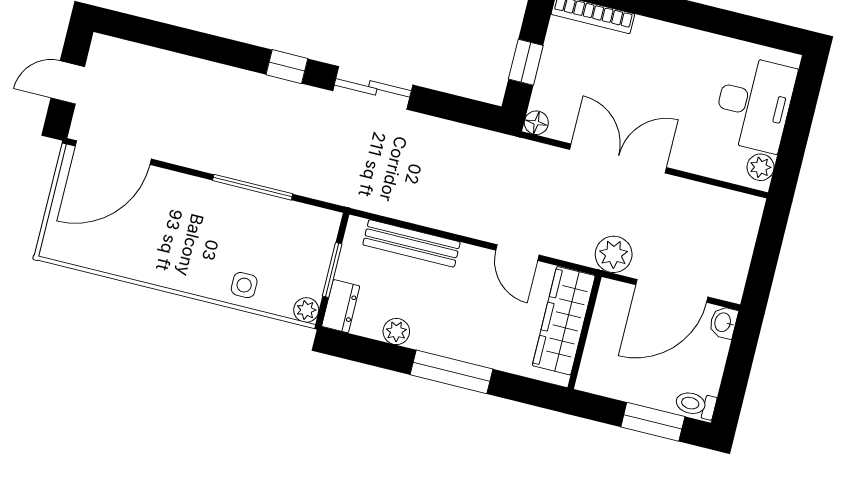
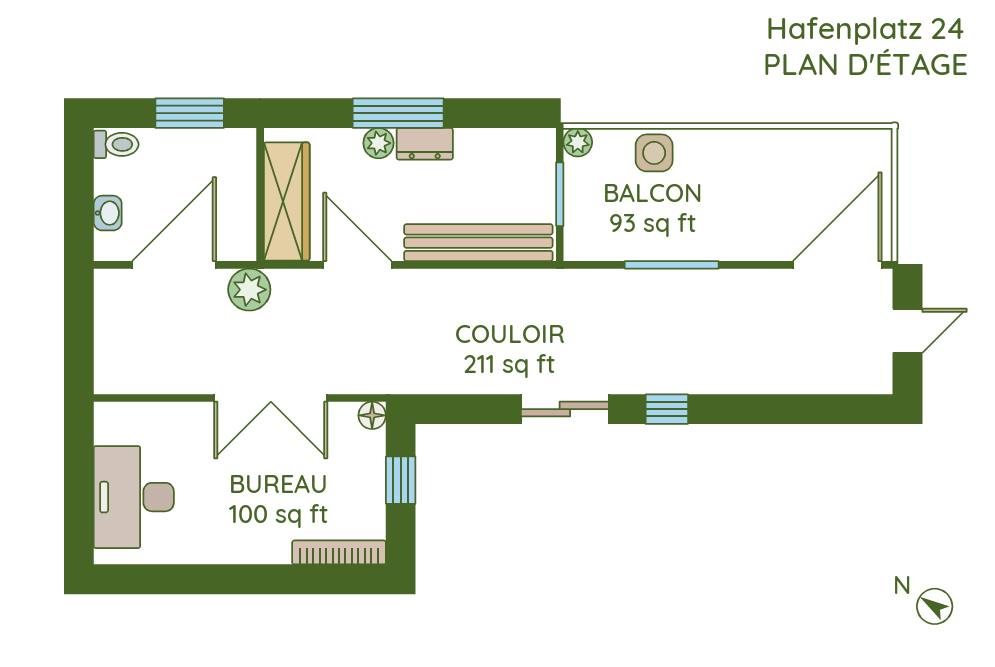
plant: (761, 167) -> (109, 428), removed
bench: (412, 243) -> (478, 243), width x1.37, depth x1.21
door: (517, 253) -> (357, 265), width x1.38
side table: (244, 285) -> (654, 153), width x1.37, depth x1.37
dresser: (341, 306) -> (425, 144), moved, turned -90
washbasin: (723, 322) -> (108, 213), moved
plant: (396, 332) -> (378, 143), moved
window: (653, 422) -> (190, 113), moved

